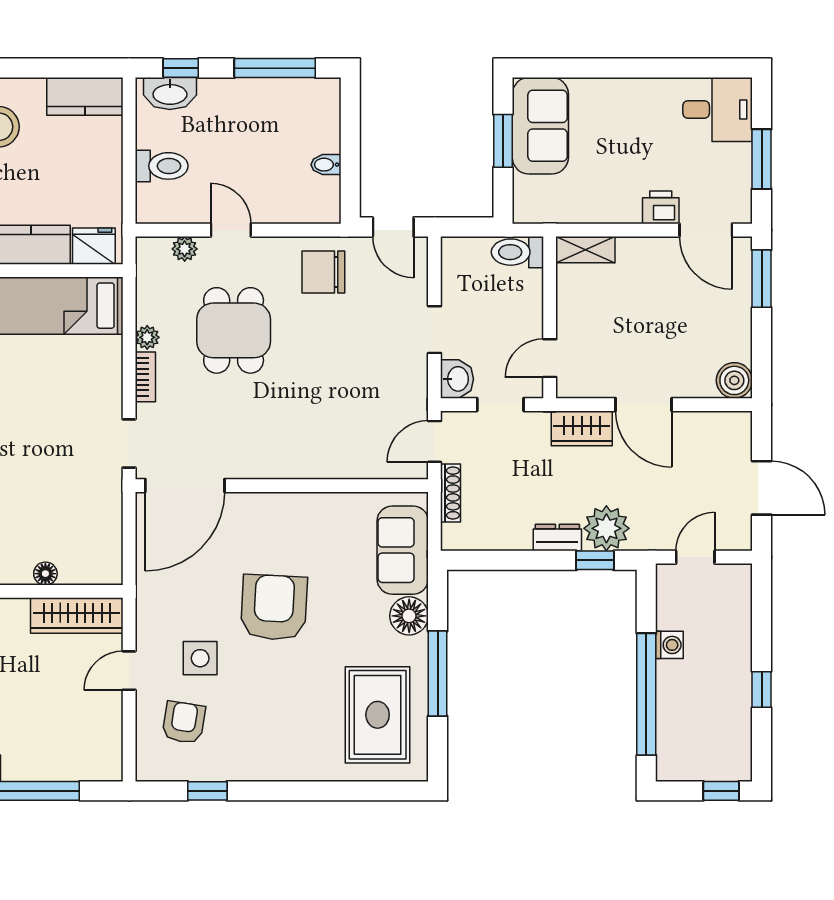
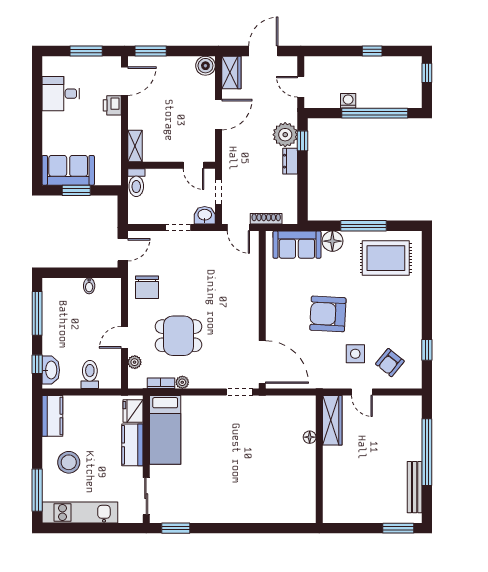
desk: (718, 109) -> (61, 94), moved, turned -90
bookcase: (145, 377) -> (161, 383), moved
wardrobe: (582, 428) -> (231, 72), moved
armchair: (184, 722) -> (390, 363), turned -60

